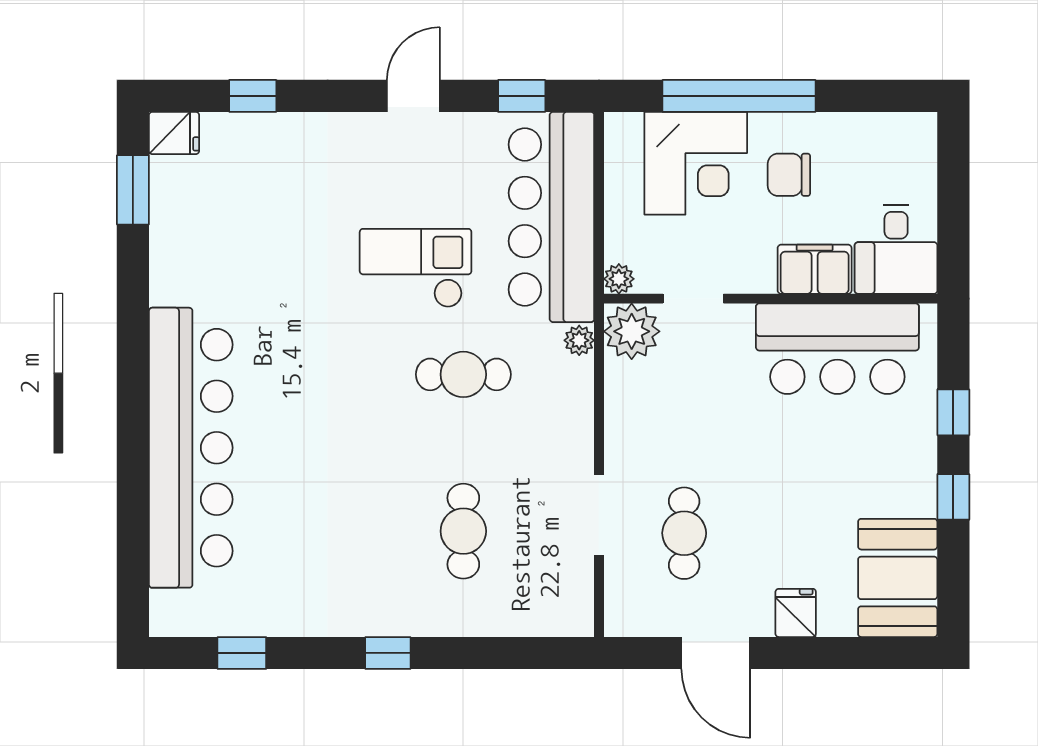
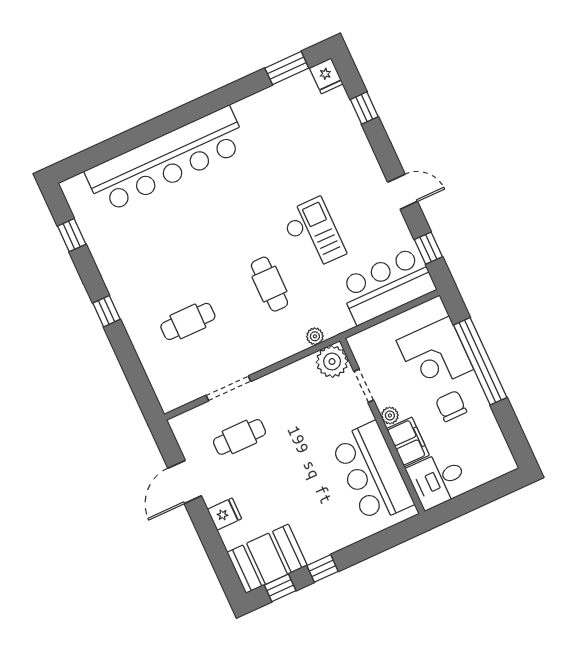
bar counter: (551, 217) -> (387, 286), width x0.73
plant: (619, 279) -> (390, 415), moved
window: (953, 412) -> (280, 588), moved

